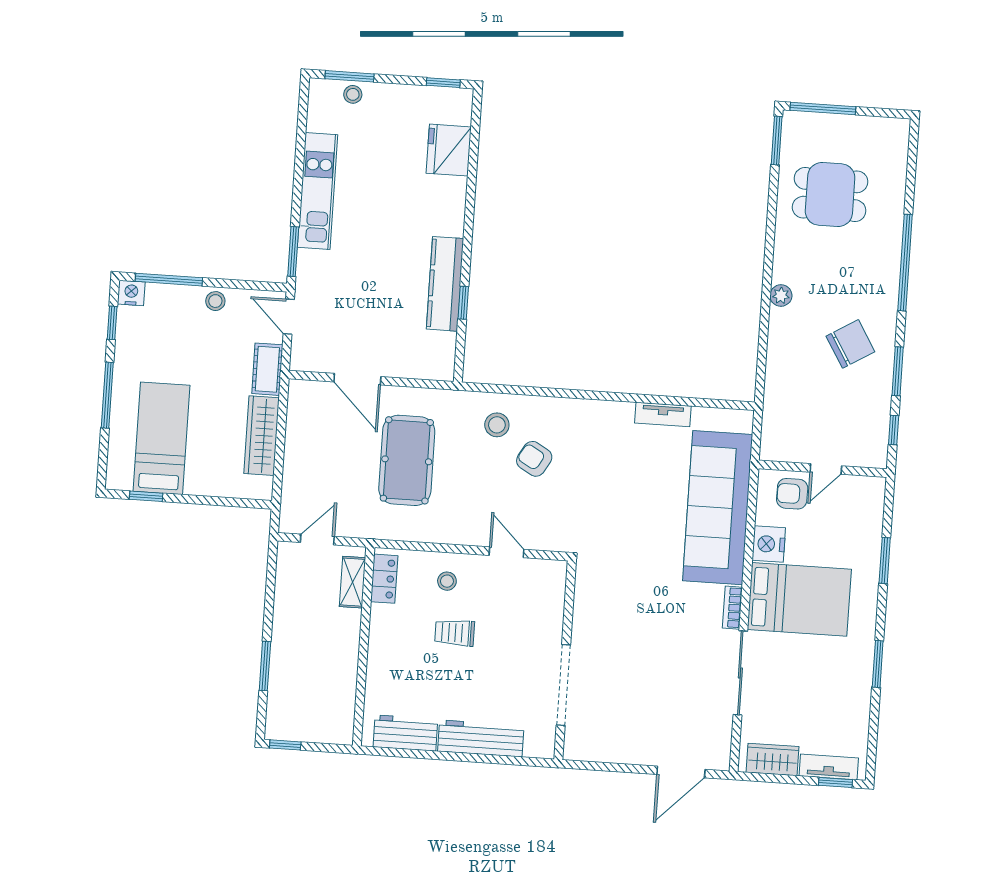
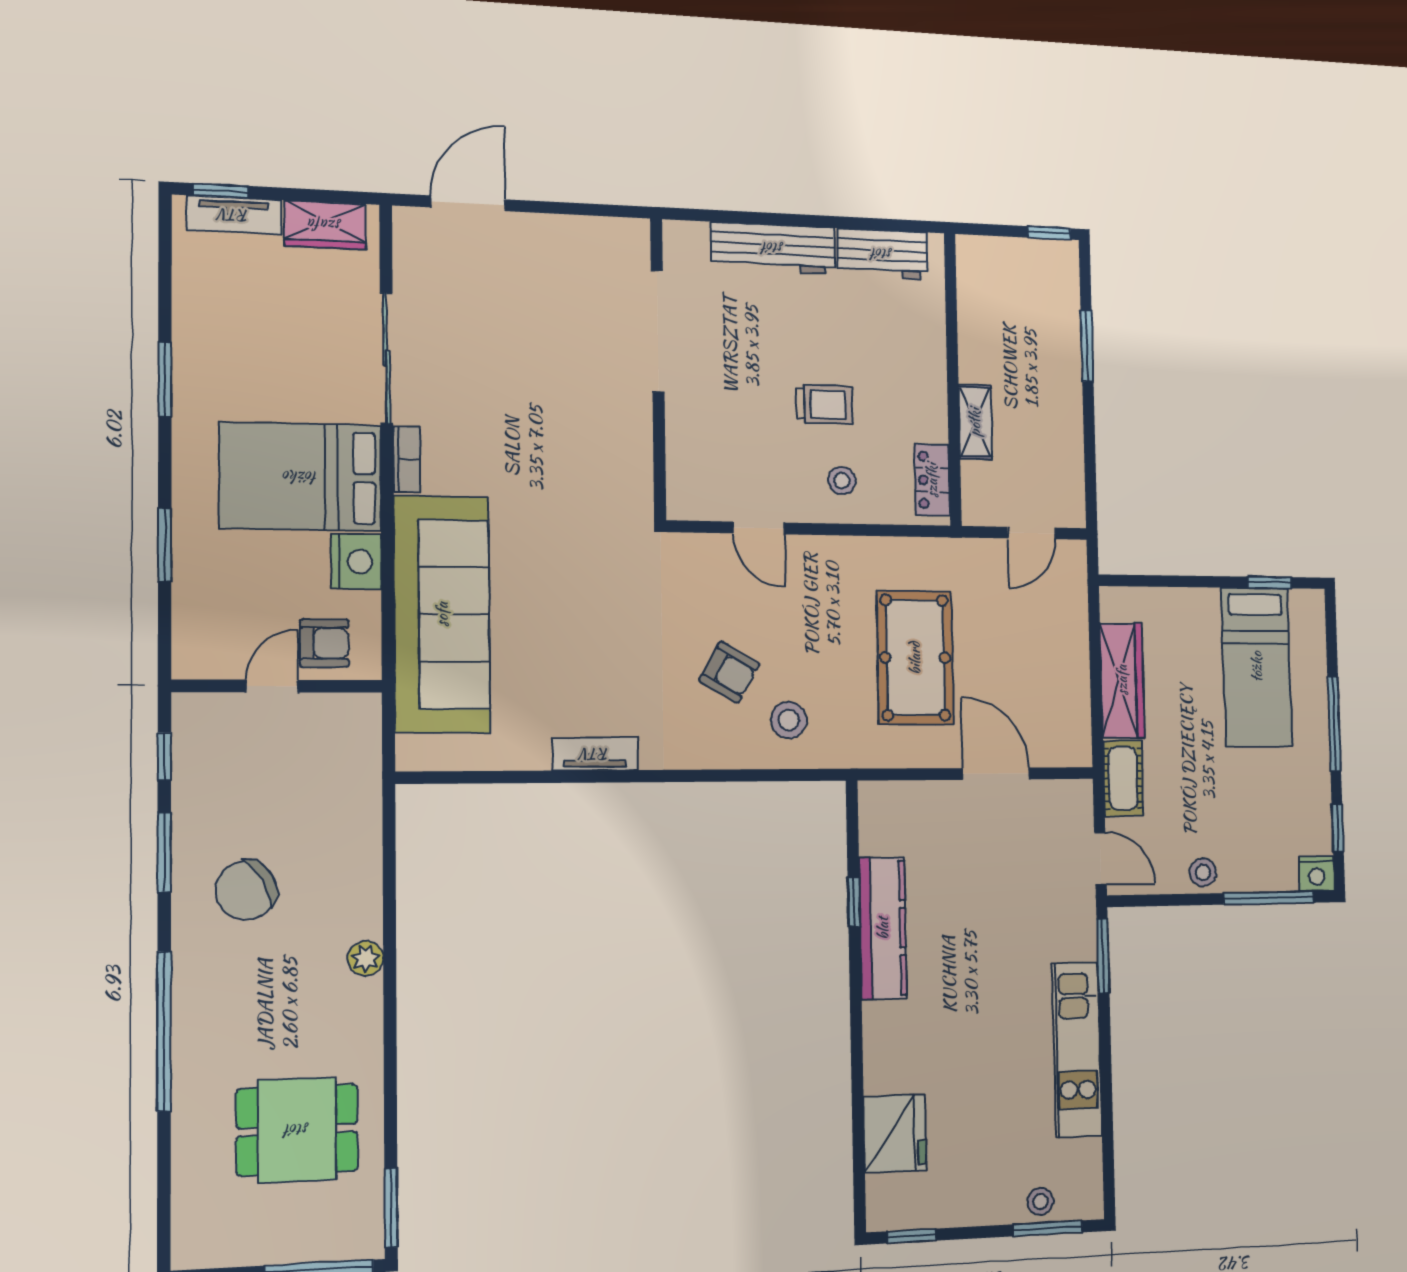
tv unit: (663, 415) -> (595, 754), moved
shelving: (353, 582) -> (975, 422), moved

